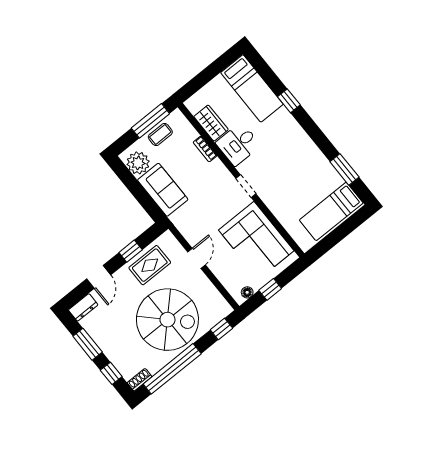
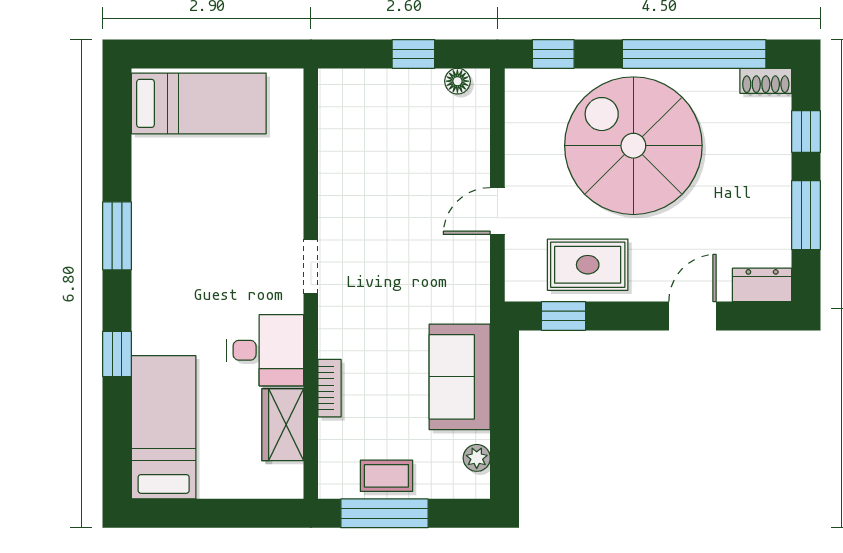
plant: (138, 163) -> (477, 458), width x0.53, depth x0.53
window: (344, 169) -> (117, 236), moved
corner sofa: (256, 240) -> (369, 158), removed
window: (131, 251) -> (563, 316), moved

